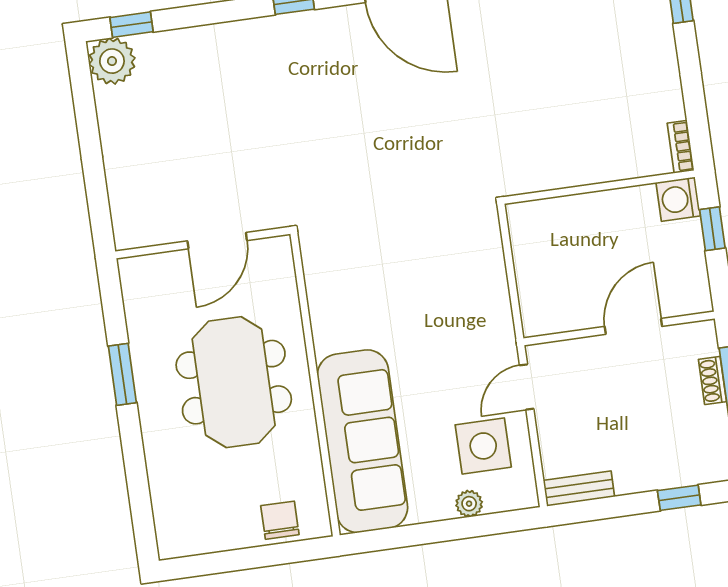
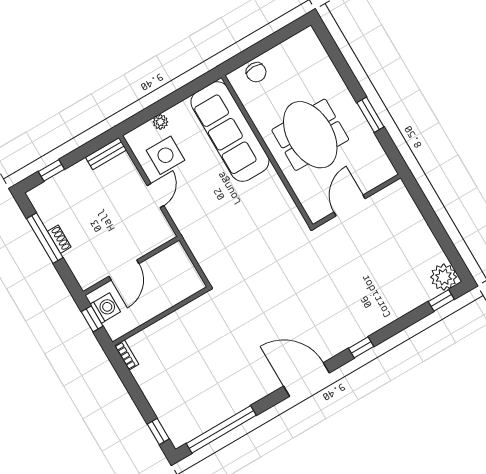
washing machine: (678, 199) -> (105, 308), moved
door: (633, 326) -> (124, 270), moved
wall: (619, 328) -> (131, 266), moved

